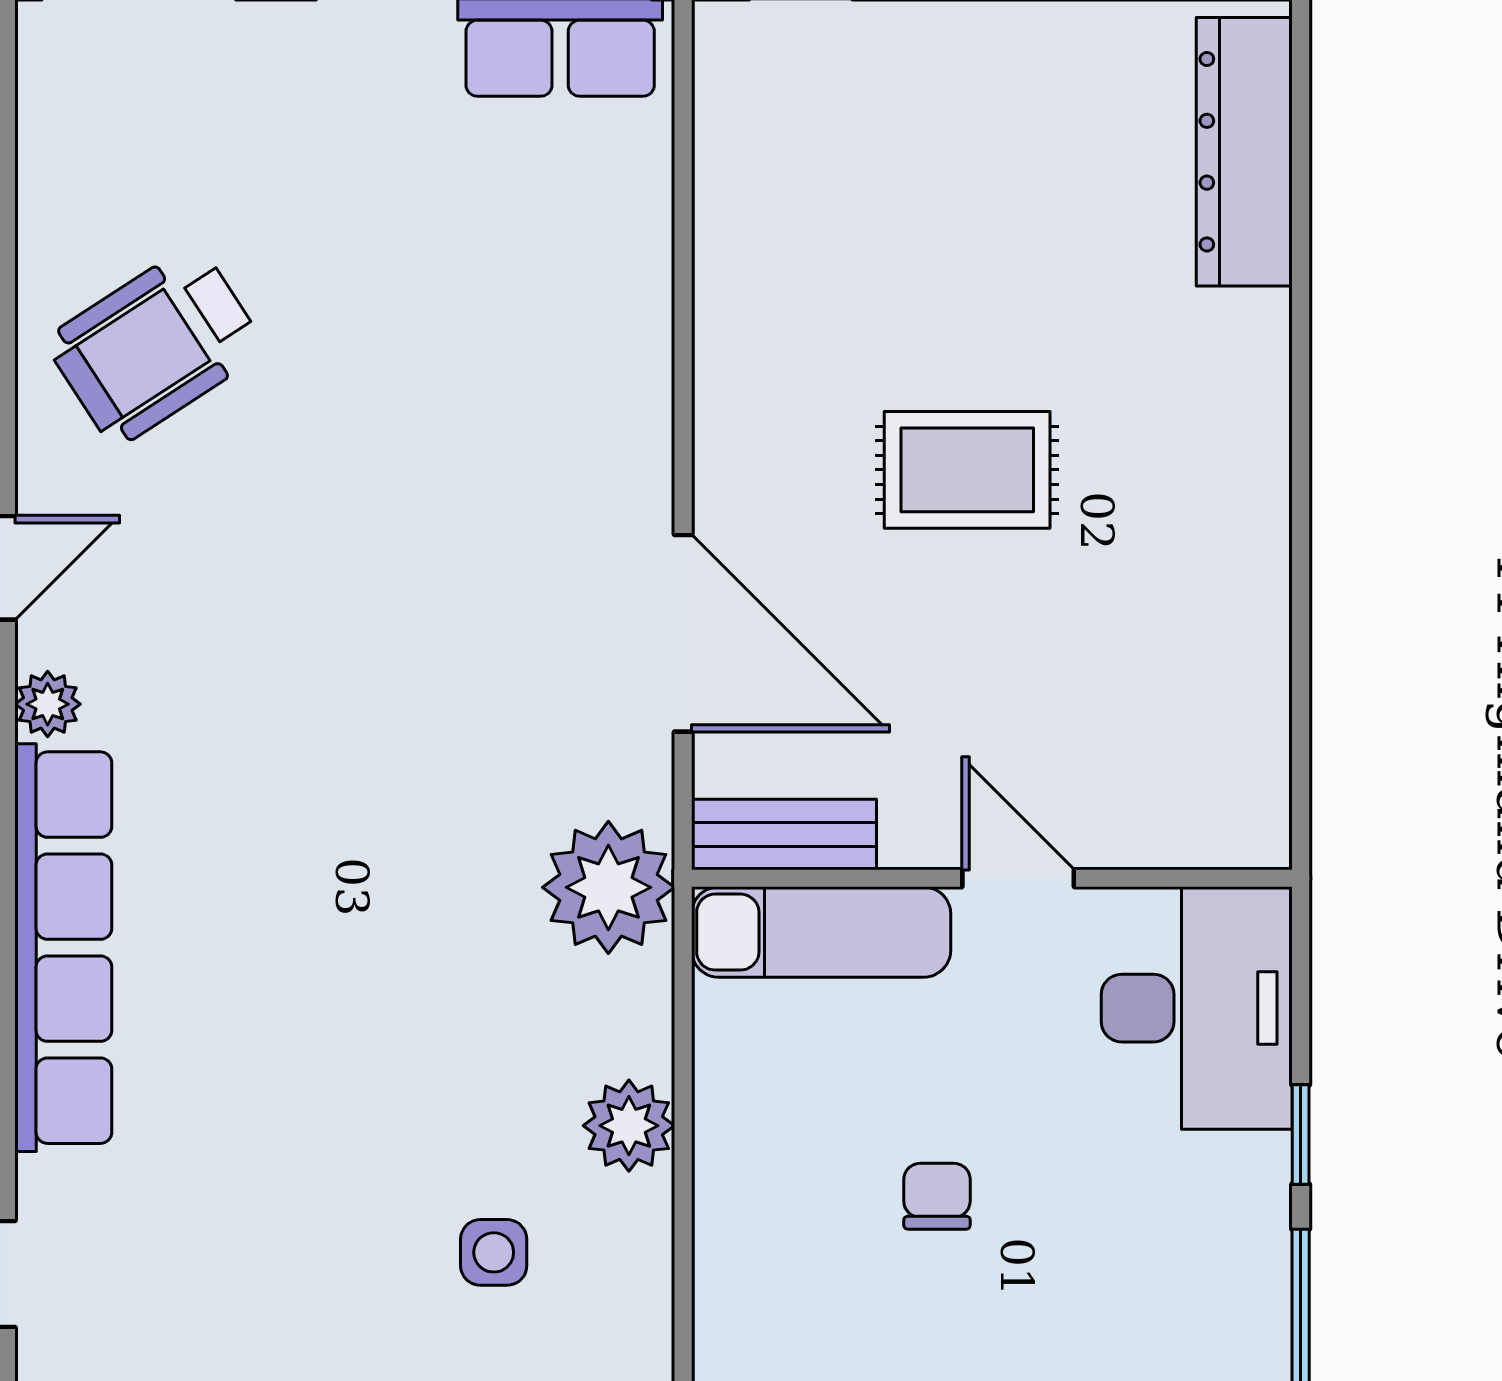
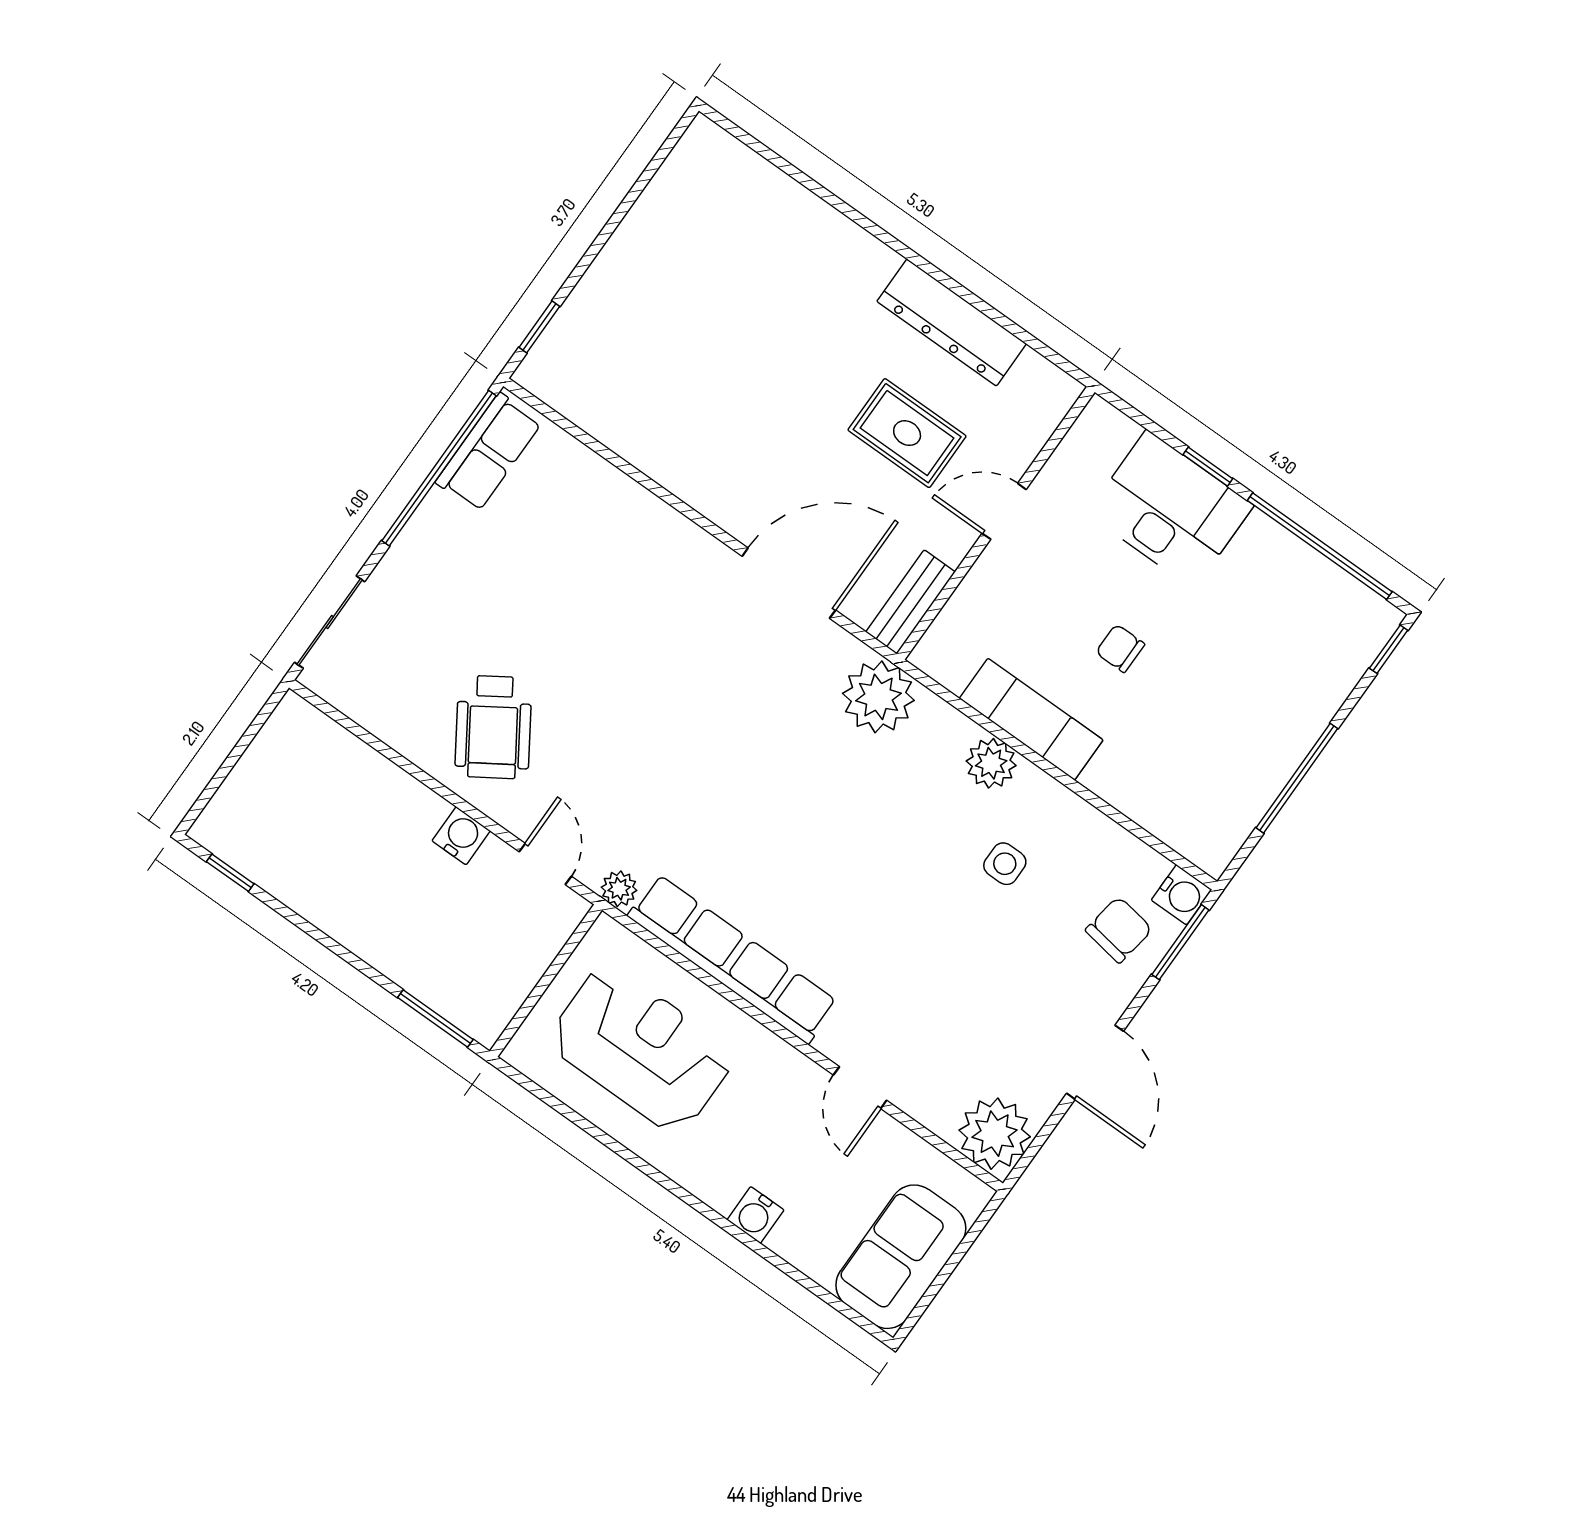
dresser: (1244, 152) -> (952, 322), moved
rug: (967, 470) -> (907, 433), moved, turned 90
exam couch: (821, 932) -> (1031, 719), moved, turned -90
desk: (1197, 1008) -> (1170, 510), moved

